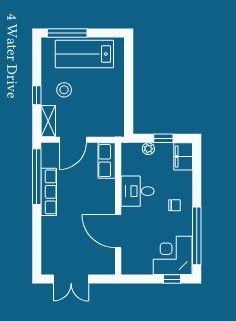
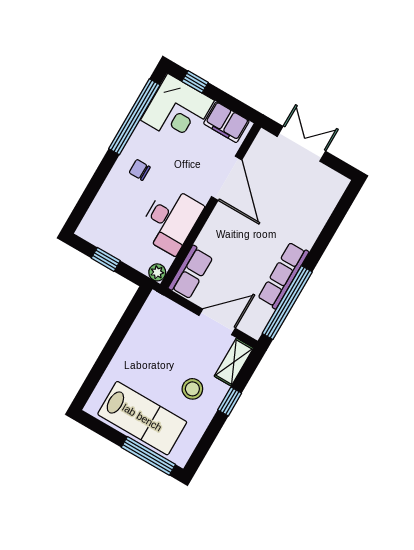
plant: (148, 149) -> (157, 272), moved
filing cabinet: (183, 156) -> (226, 122), moved, turned 90
desk: (138, 191) -> (171, 220), width x1.37
double door: (71, 279) -> (301, 144), moved

